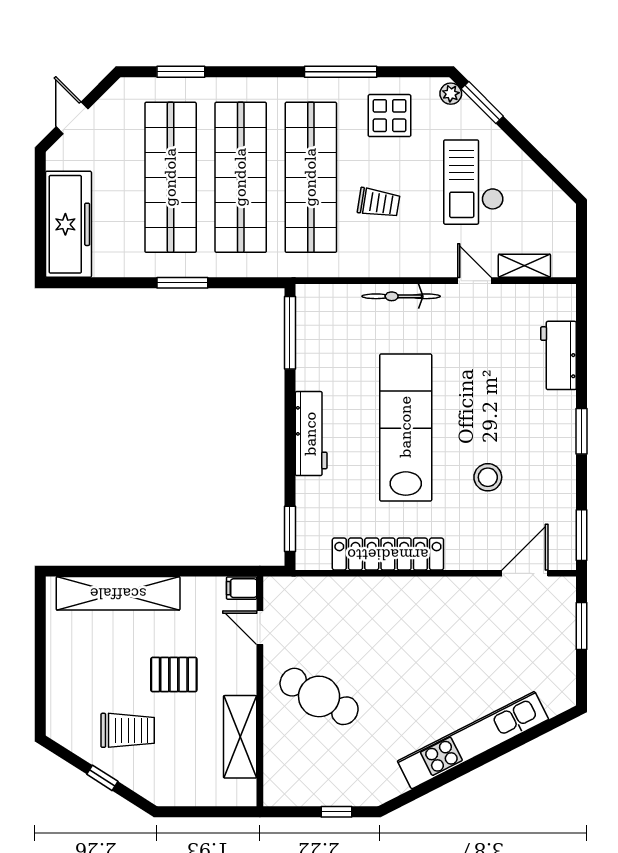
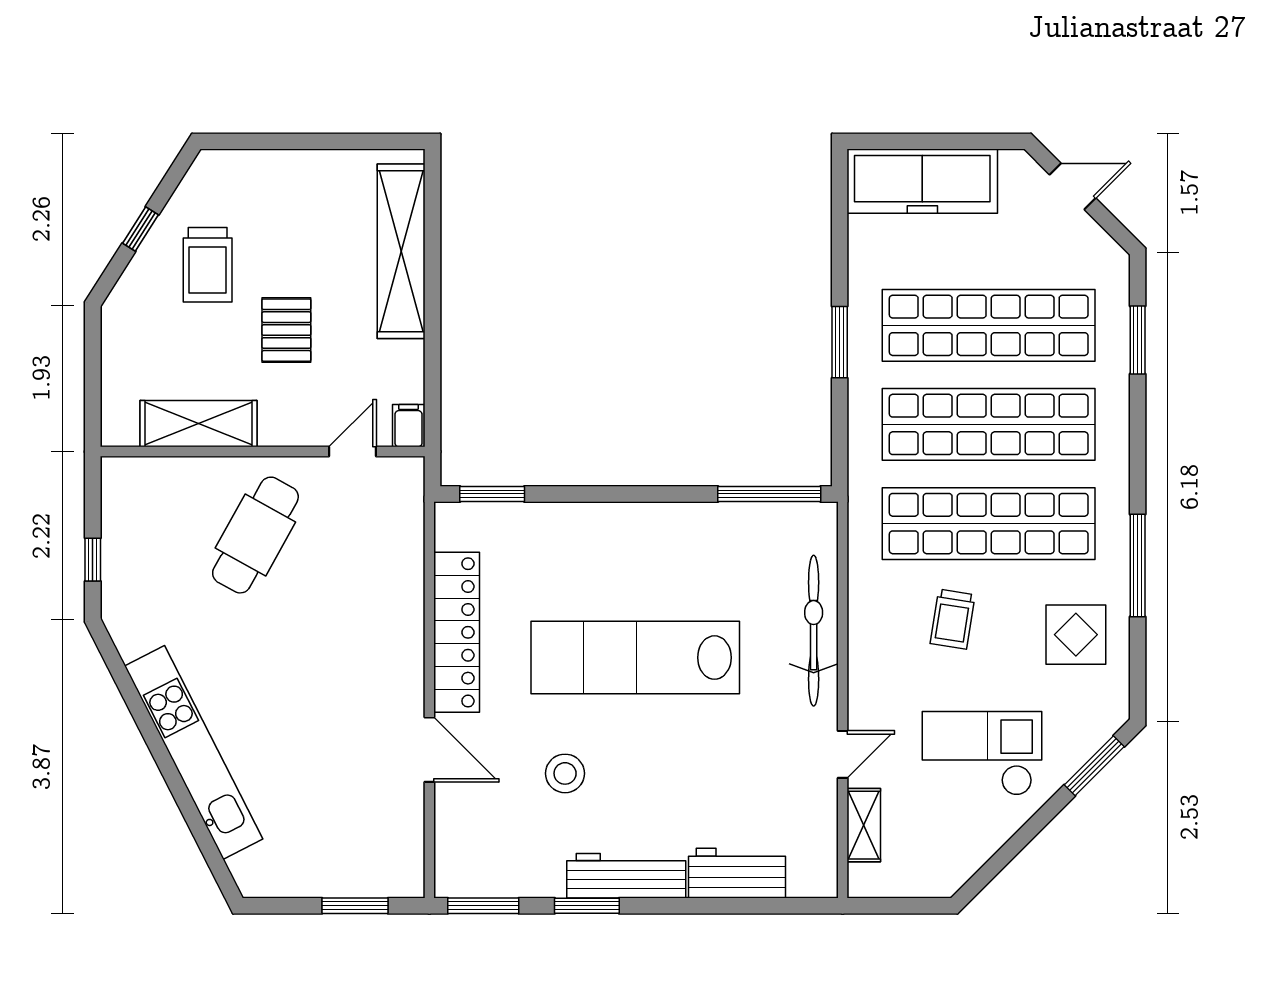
plant: (451, 94) -> (1107, 721), removed
bicycle: (401, 296) -> (814, 631), width x1.37, depth x1.40
lab bench: (406, 427) -> (635, 658), turned 180
window: (581, 431) -> (587, 906), moved
workbench: (311, 434) -> (626, 876), moved, turned 180
door: (525, 573) -> (429, 750), moved

